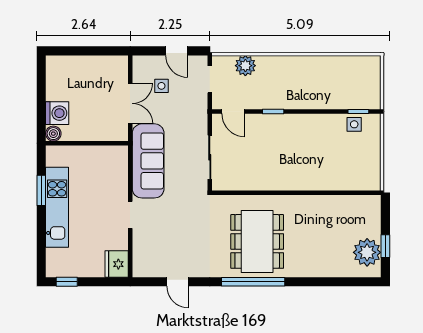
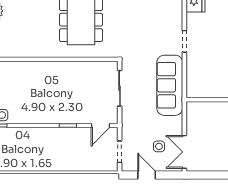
plant: (245, 66) -> (91, 163), removed
double door: (130, 103) -> (184, 152), moved
door: (233, 112) -> (100, 126), swing flipped

